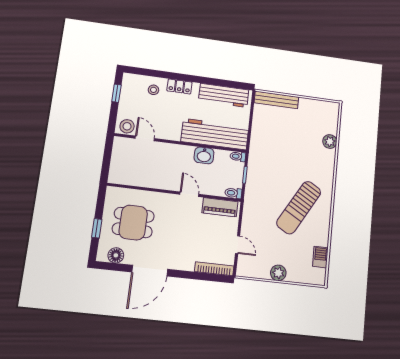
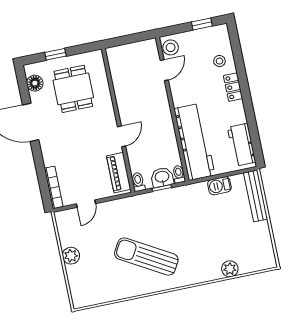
workbench: (224, 95) -> (242, 145), width x0.73
washbasin: (204, 155) -> (162, 177), moved, turned 90
barbecue: (320, 257) -> (219, 186), moved, turned 180

